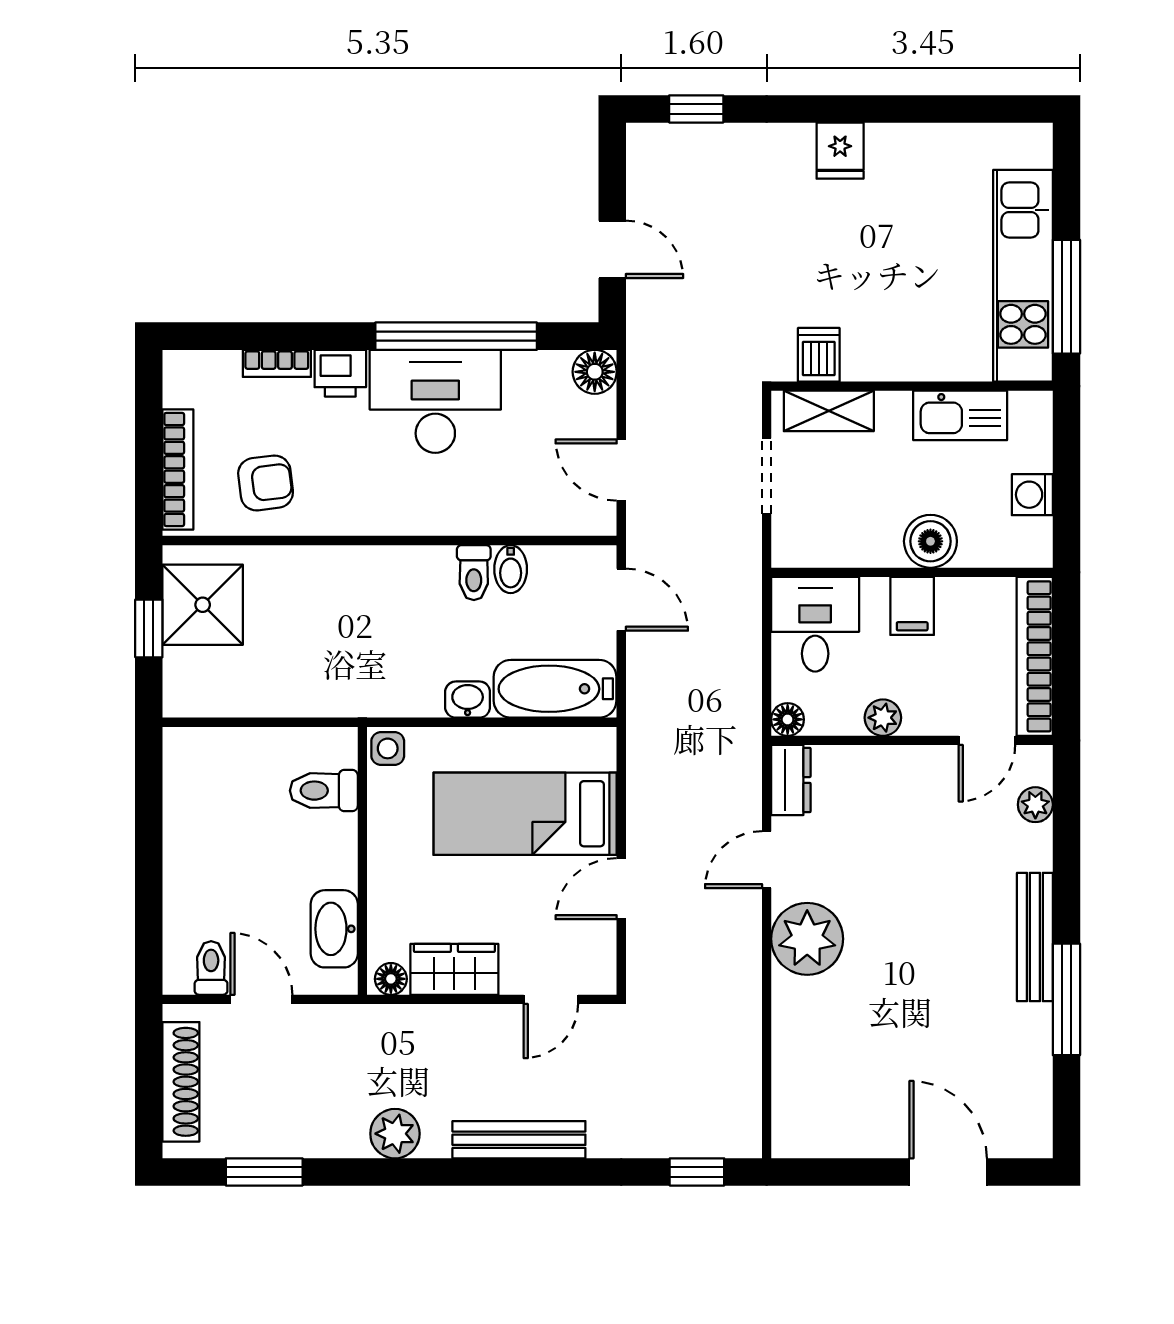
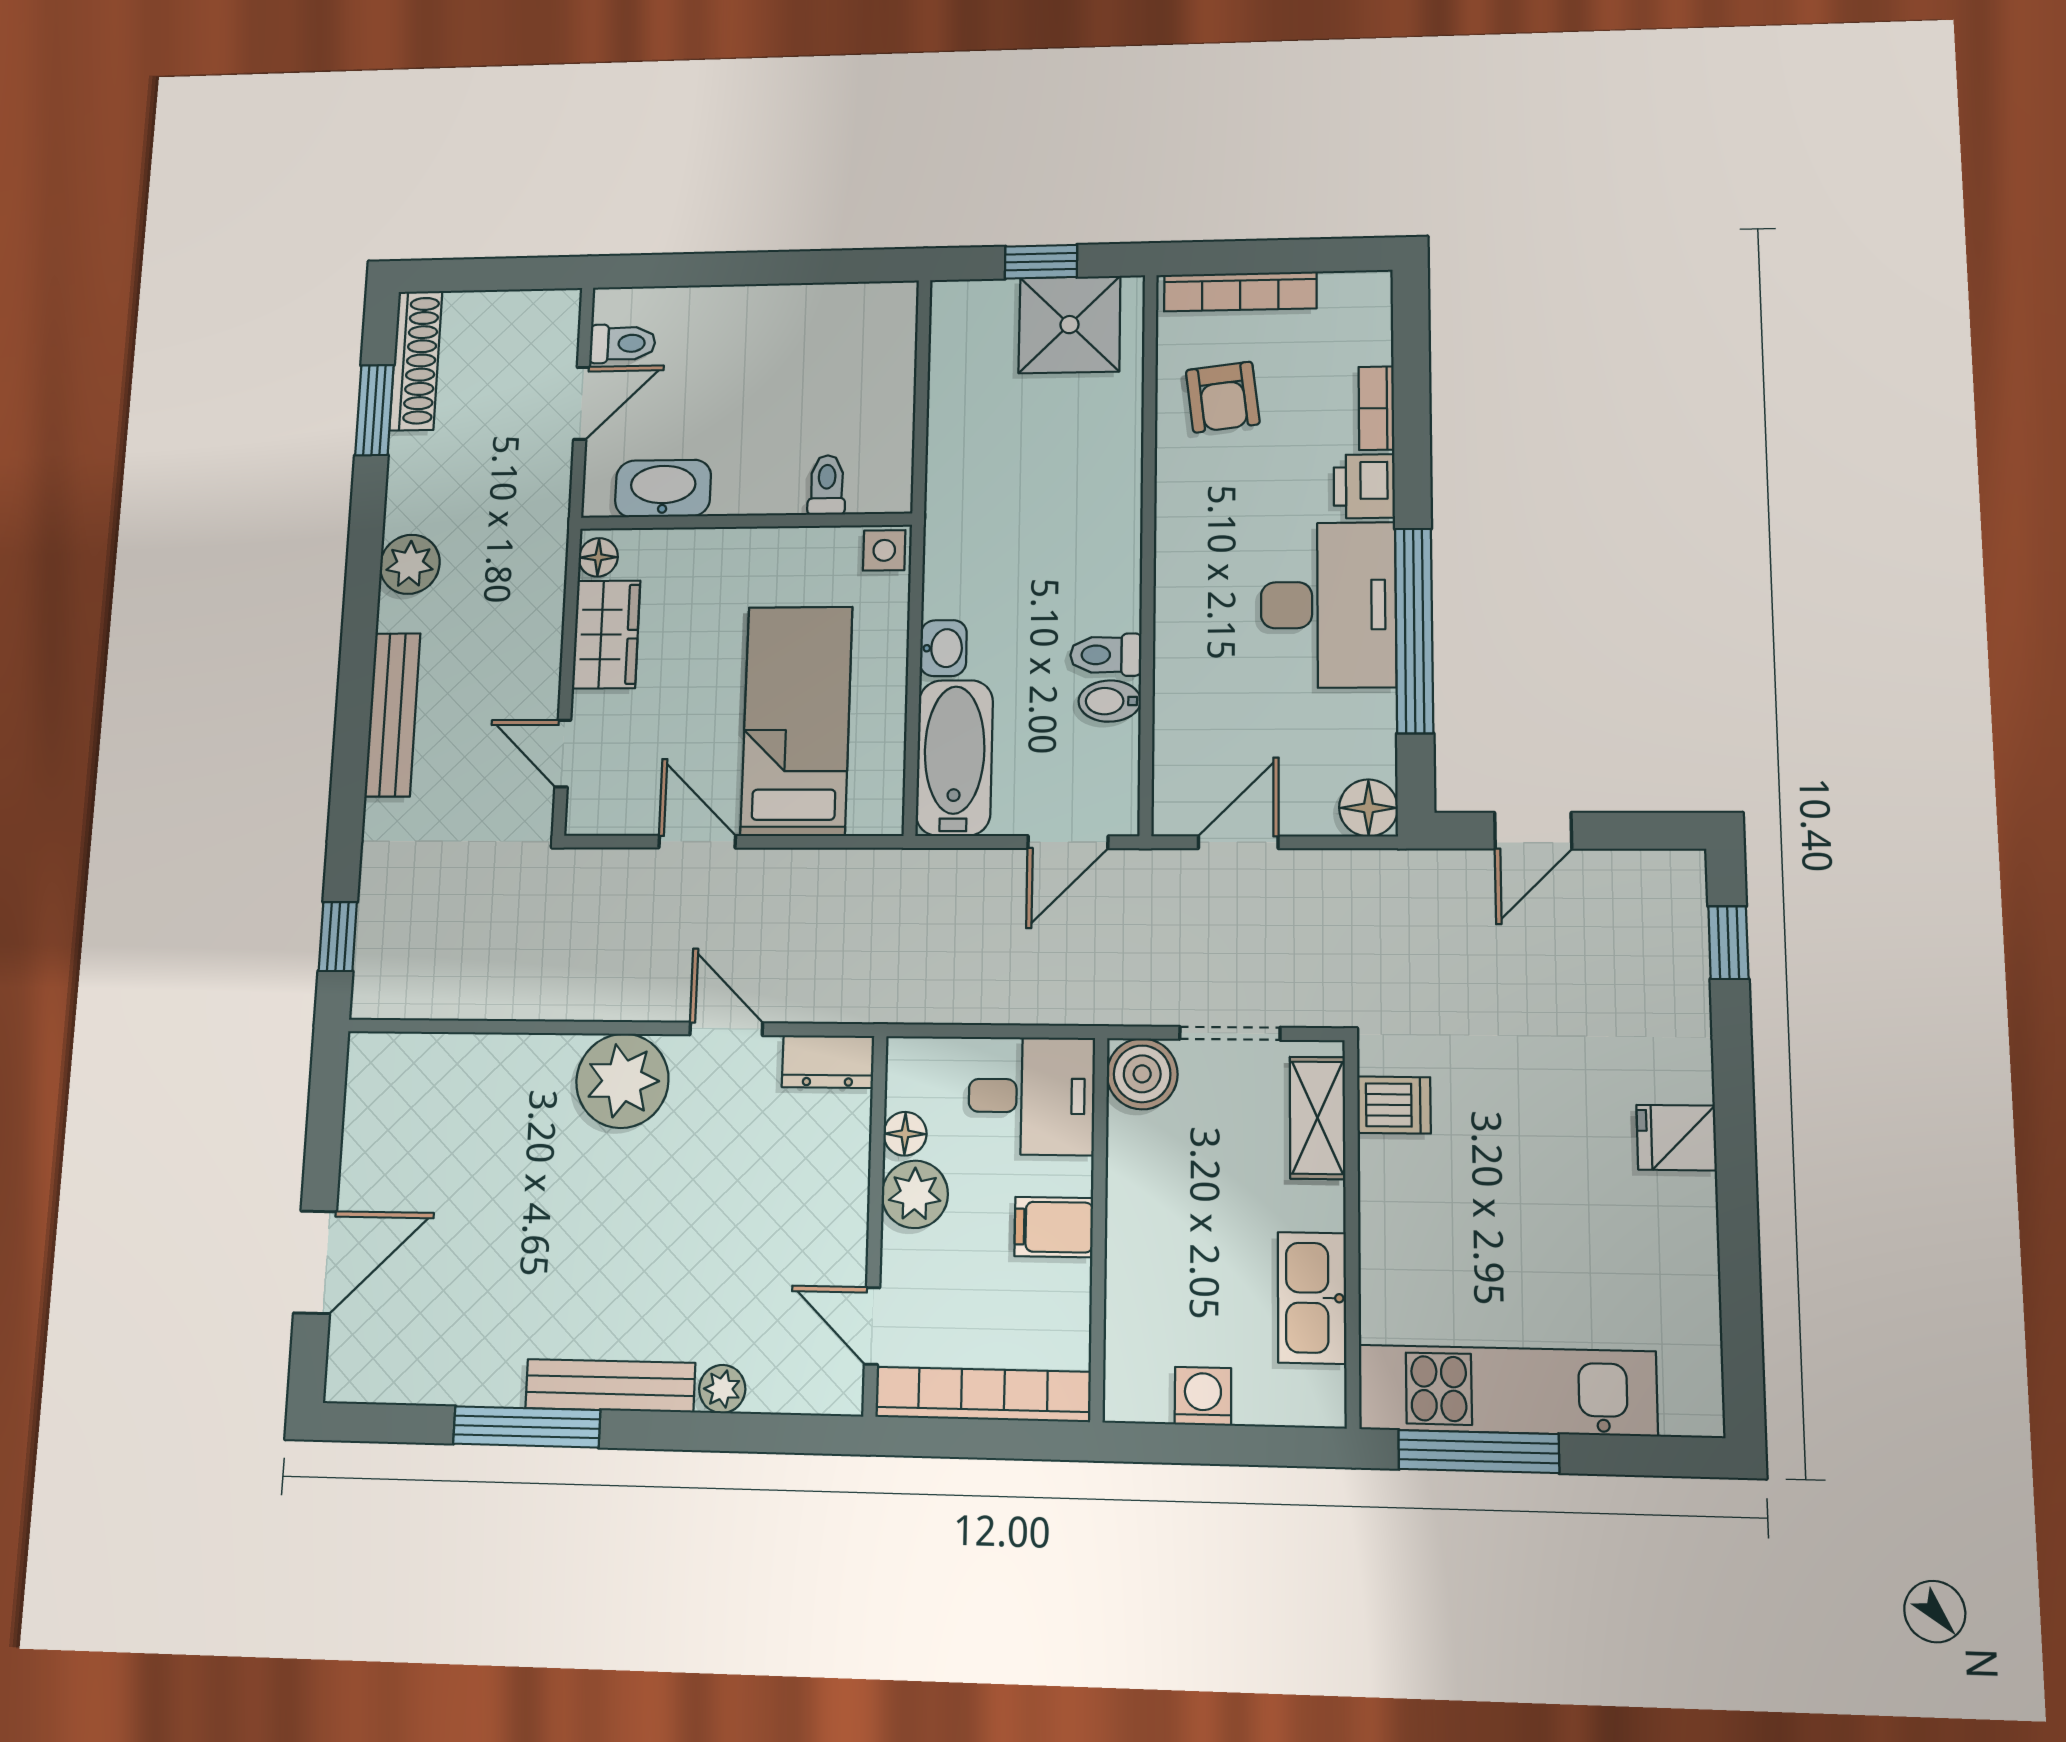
boiler: (930, 541) -> (1142, 1074), moved
plant: (883, 718) -> (915, 1194), width x1.38, depth x1.38
floor lamp: (788, 719) -> (905, 1134), moved
toilet: (324, 791) -> (827, 485), width x0.73, depth x0.72
plant: (1035, 805) -> (722, 1389), moved
shoe rack: (181, 1082) -> (416, 361), moved, turned -90

